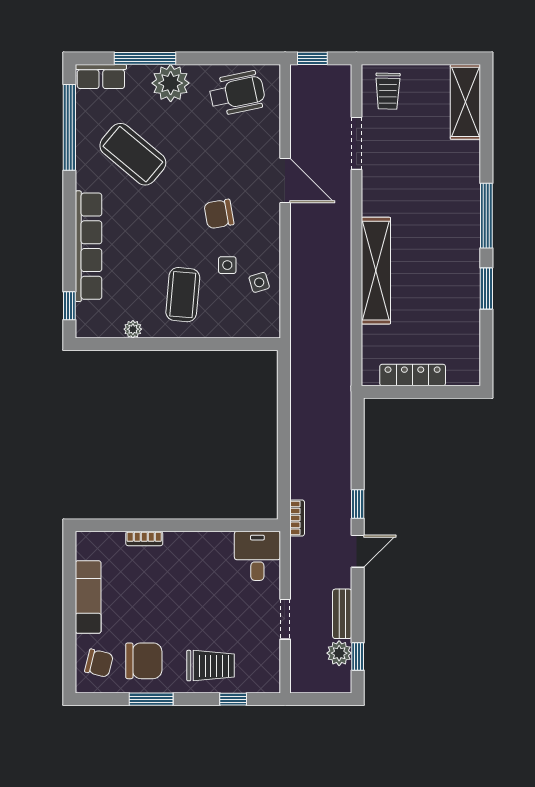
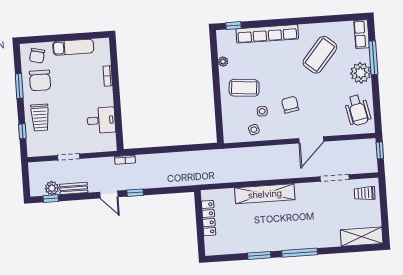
window: (69, 127) -> (332, 19), removed
desk: (257, 556) -> (101, 120), moved

